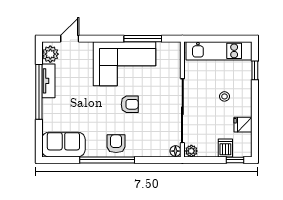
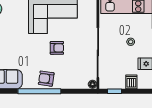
armchair: (116, 144) -> (46, 79), turned -82
plant: (191, 151) -> (105, 84), removed
window: (235, 160) -> (114, 91), moved

